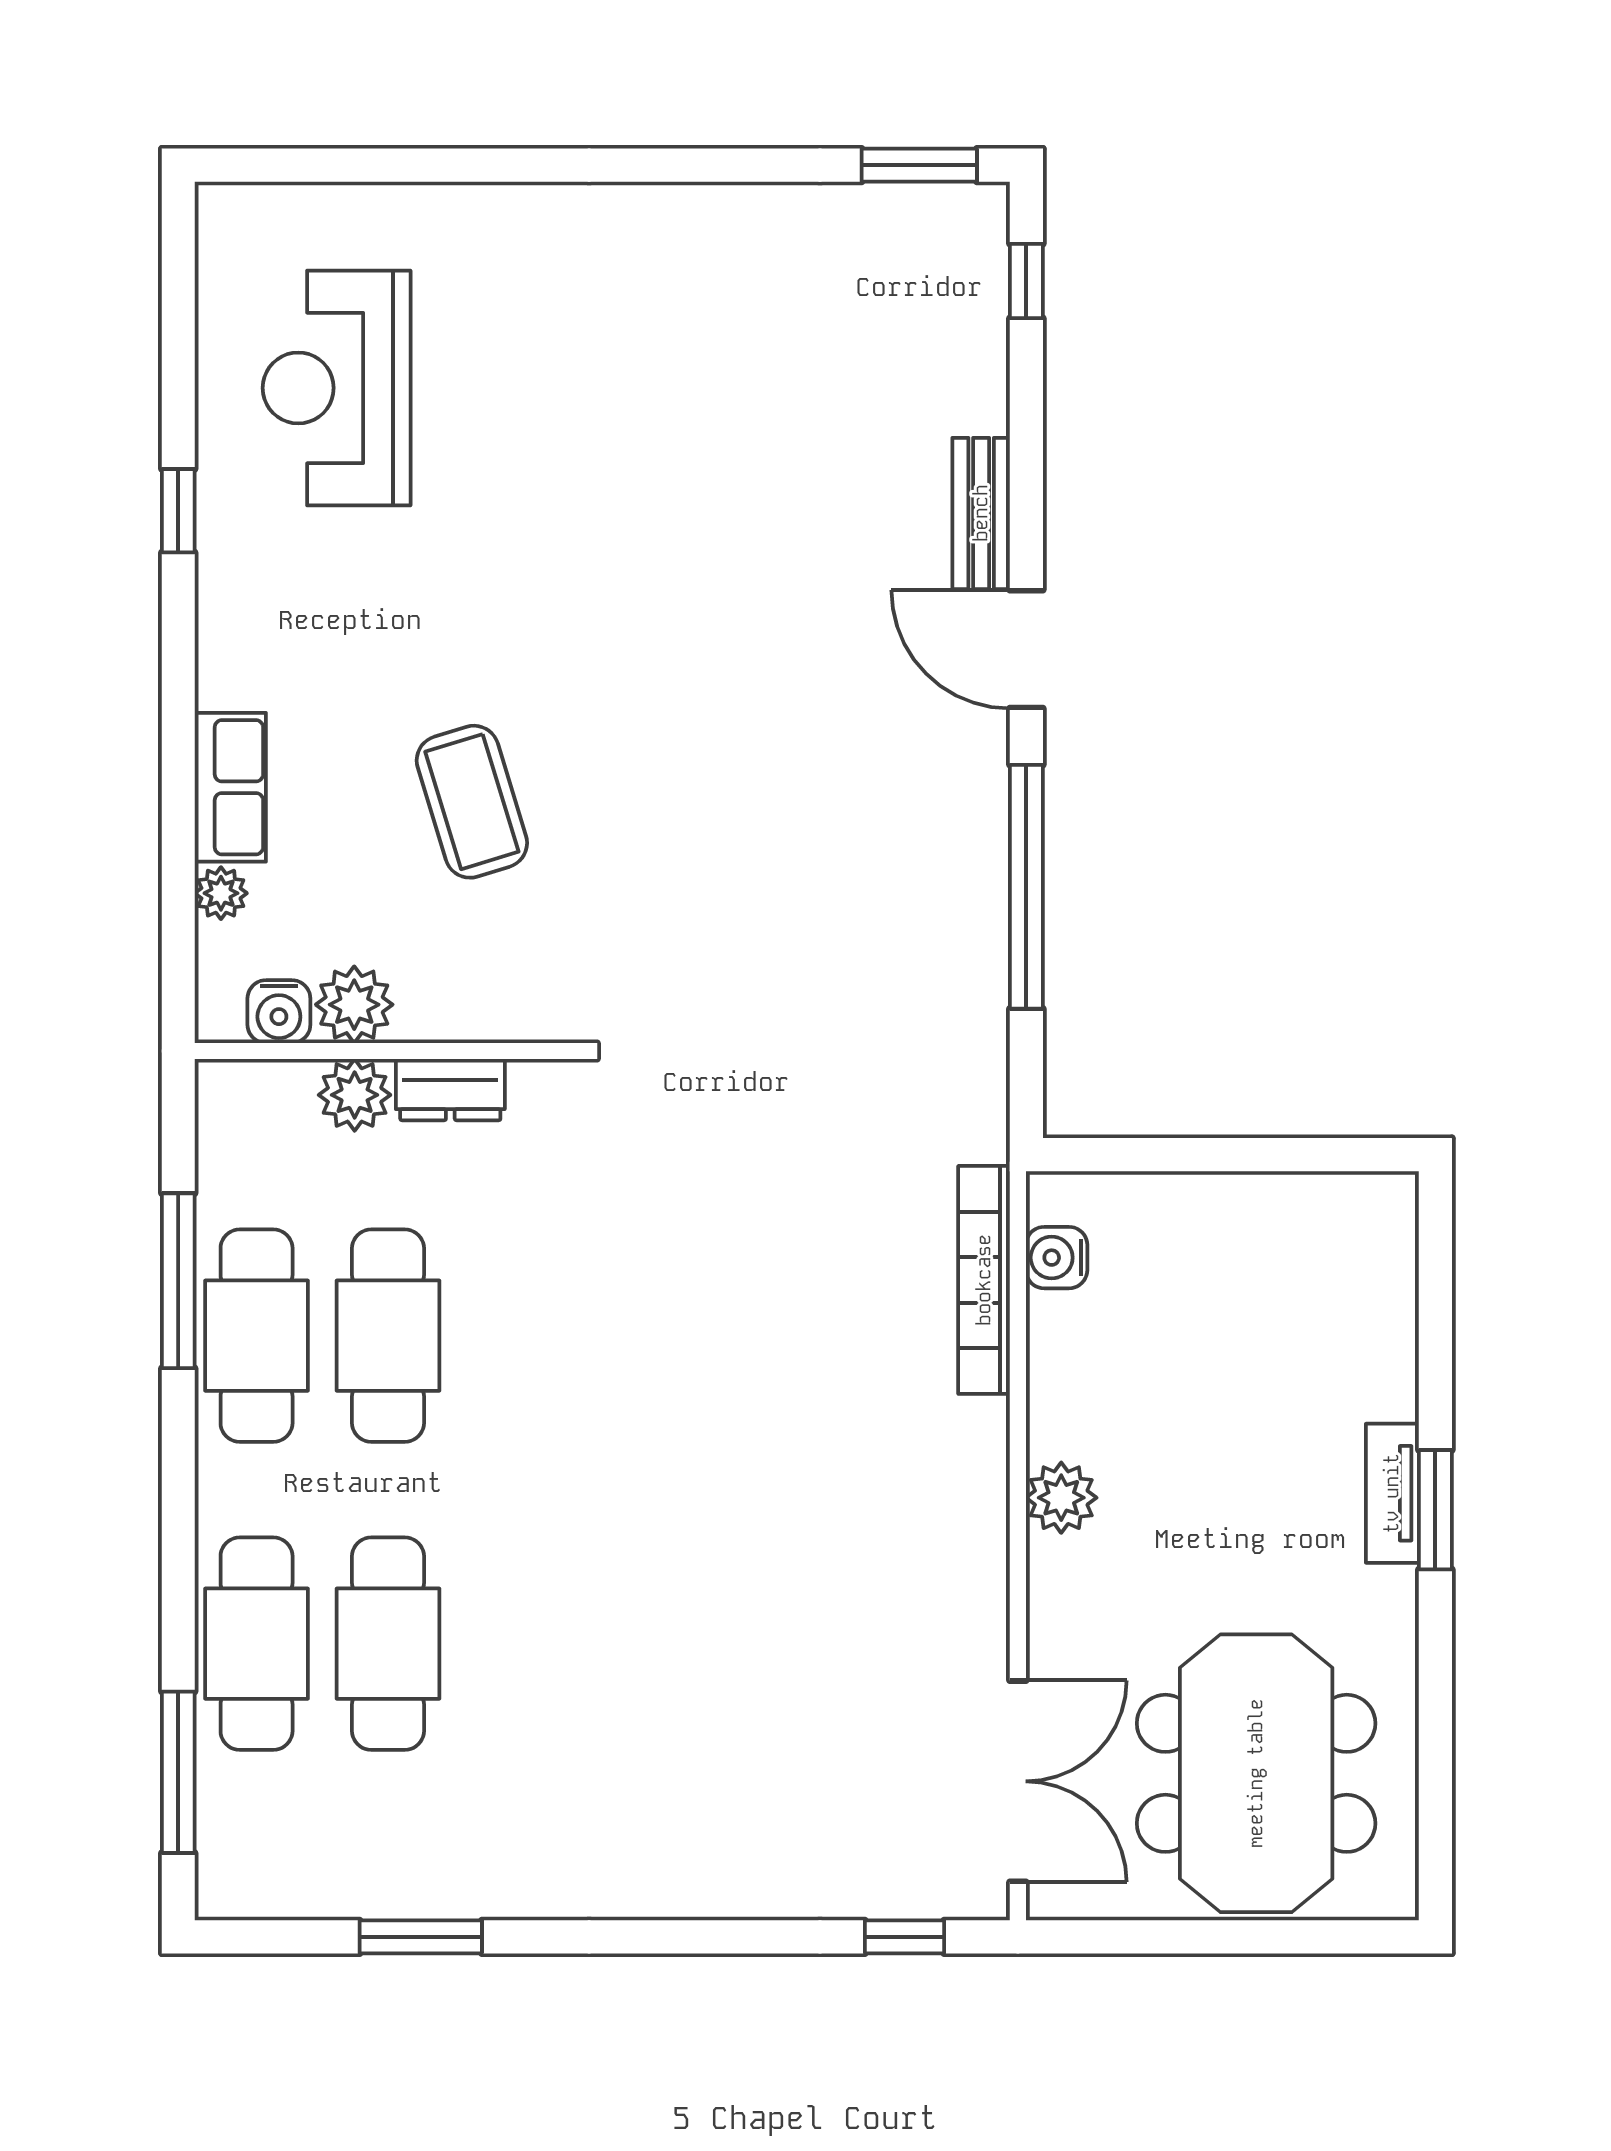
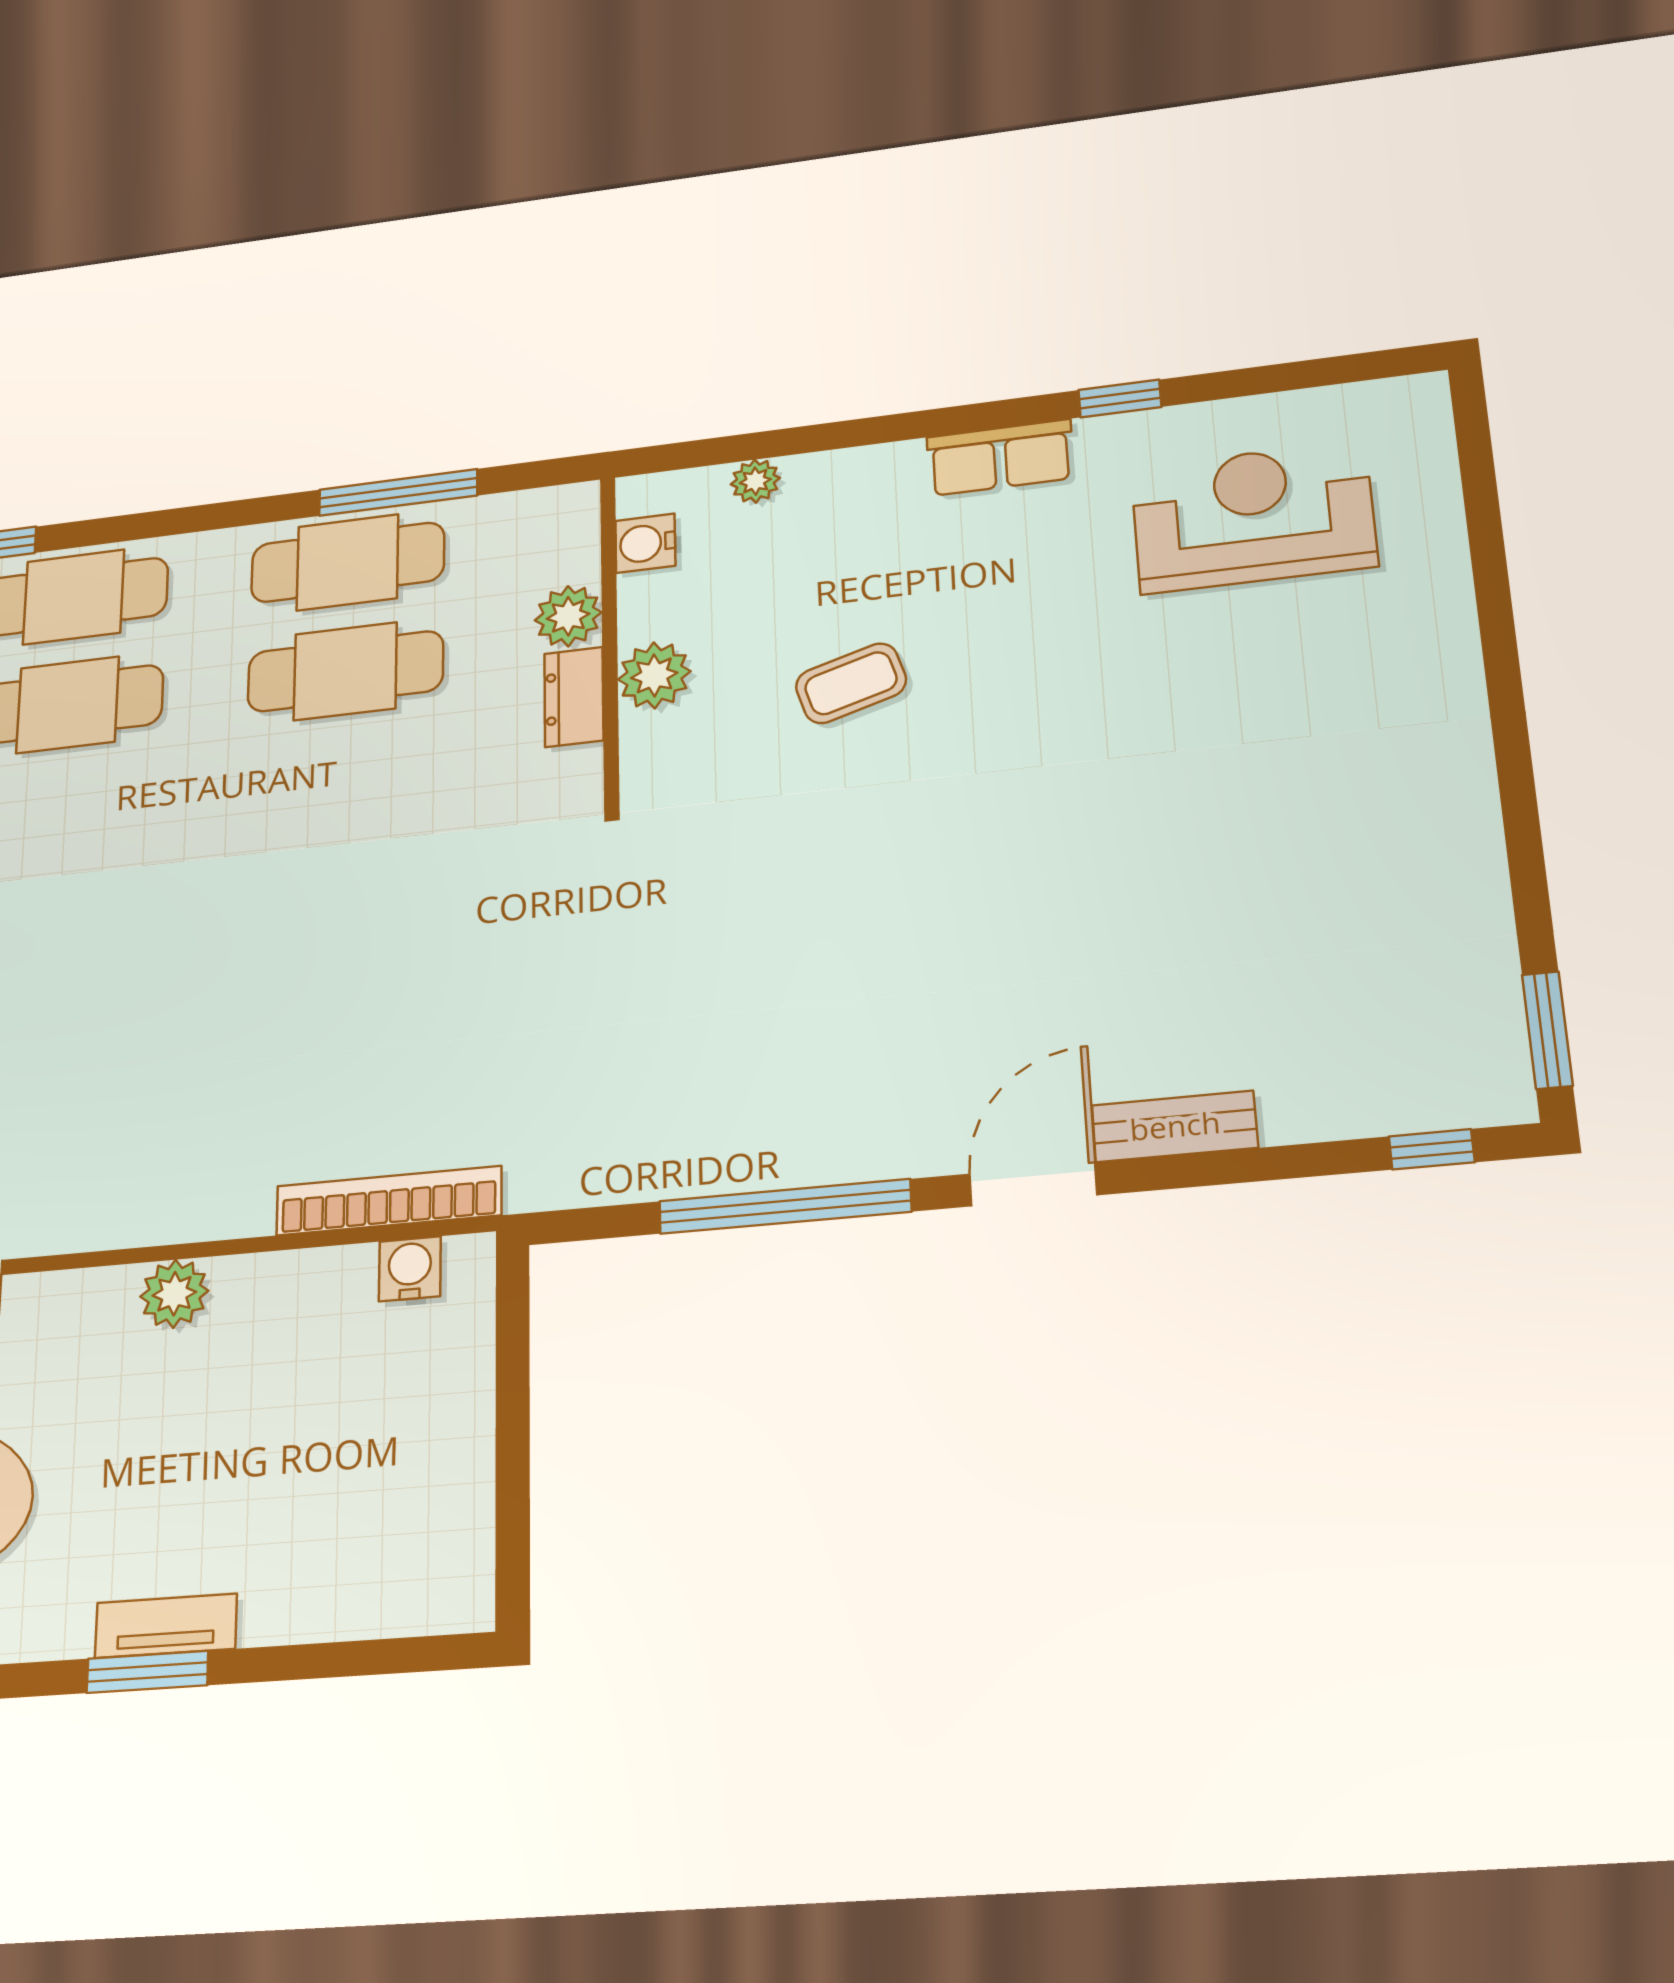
row of seats: (230, 787) -> (1000, 458), moved
coffee table: (472, 802) -> (851, 683), width x0.73, depth x0.77
plant: (354, 1005) -> (654, 675), moved

